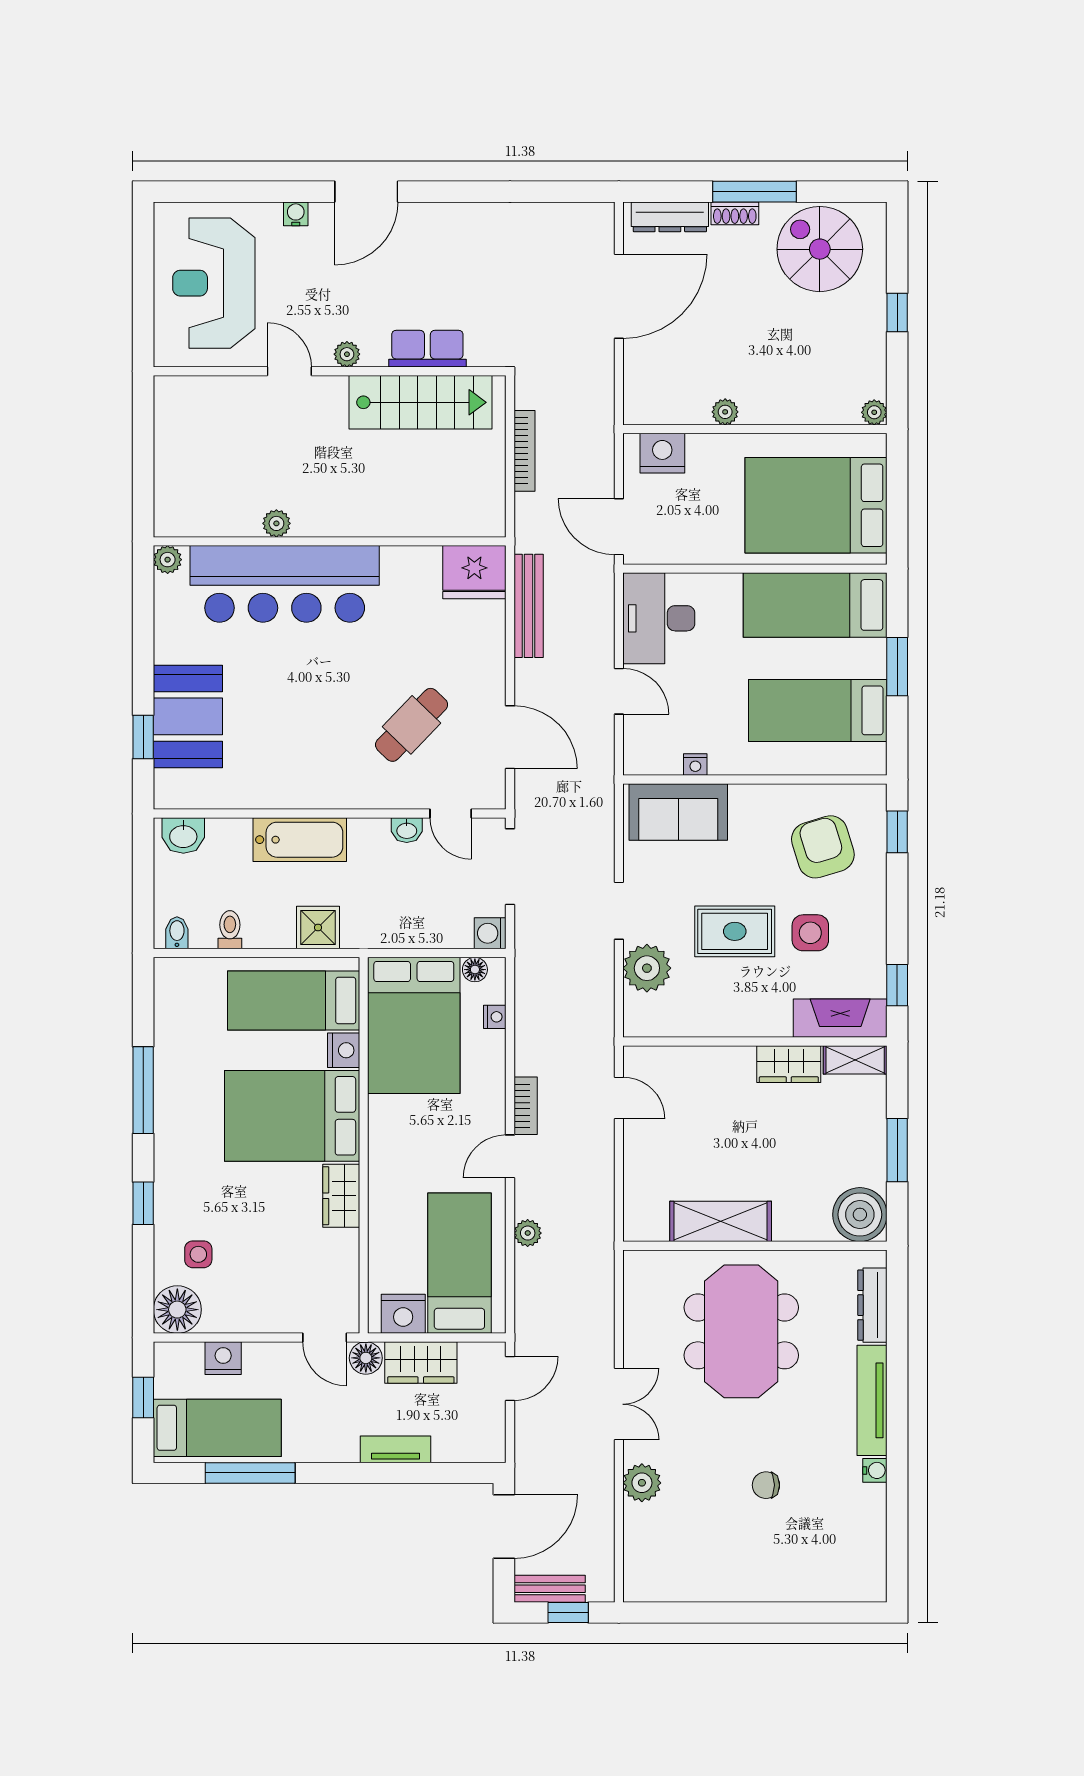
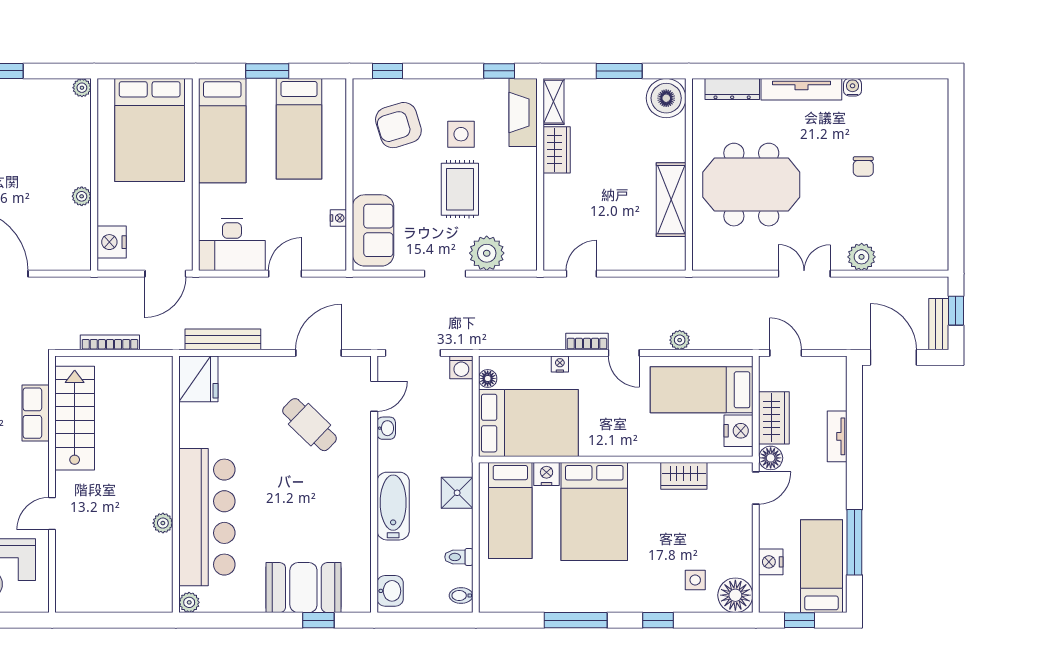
plant: (347, 354) -> (40, 472), removed
nightstand: (495, 1017) -> (560, 364), moved
wardrobe: (341, 1196) -> (684, 476), moved

